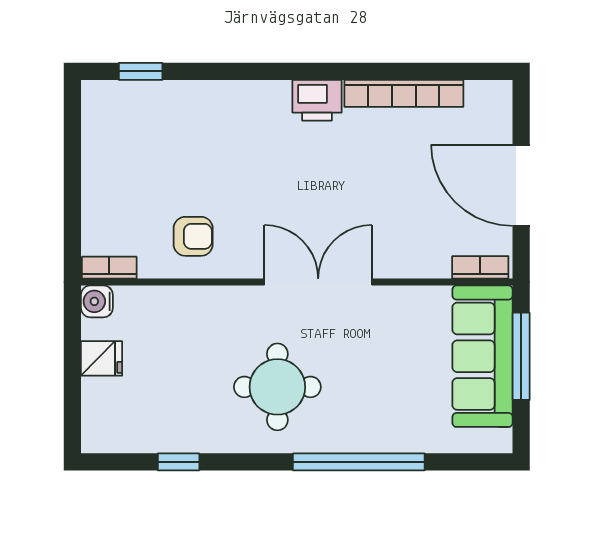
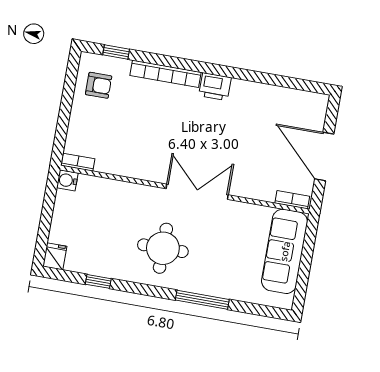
bookcase: (404, 93) -> (166, 74), moved
armchair: (193, 236) -> (99, 85), moved
window: (521, 356) -> (307, 255), removed
fridge: (102, 358) -> (55, 256), moved, turned -90
window: (359, 462) -> (202, 300), width x0.68

